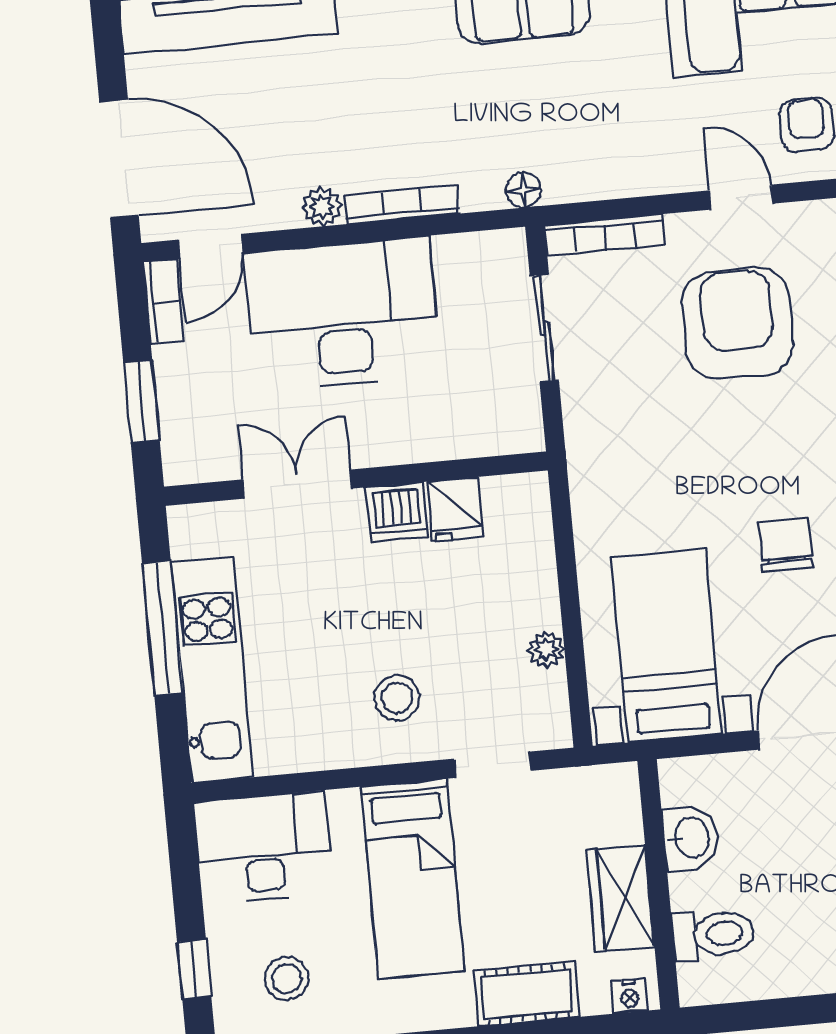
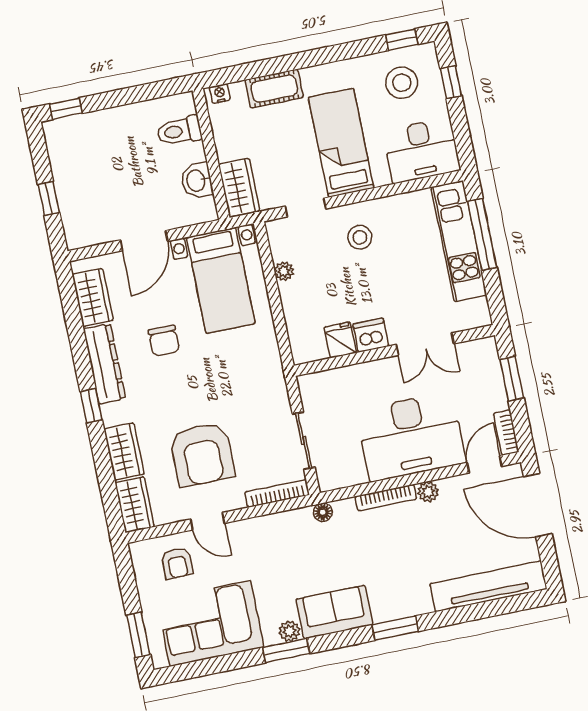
window: (163, 628) -> (482, 234), moved
wardrobe: (621, 898) -> (239, 188), moved
stool: (287, 979) -> (402, 83), width x1.38, depth x1.38

